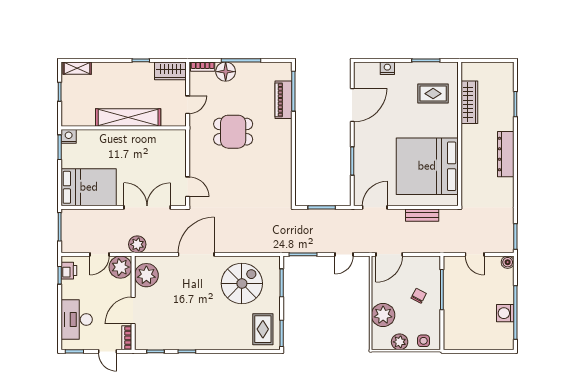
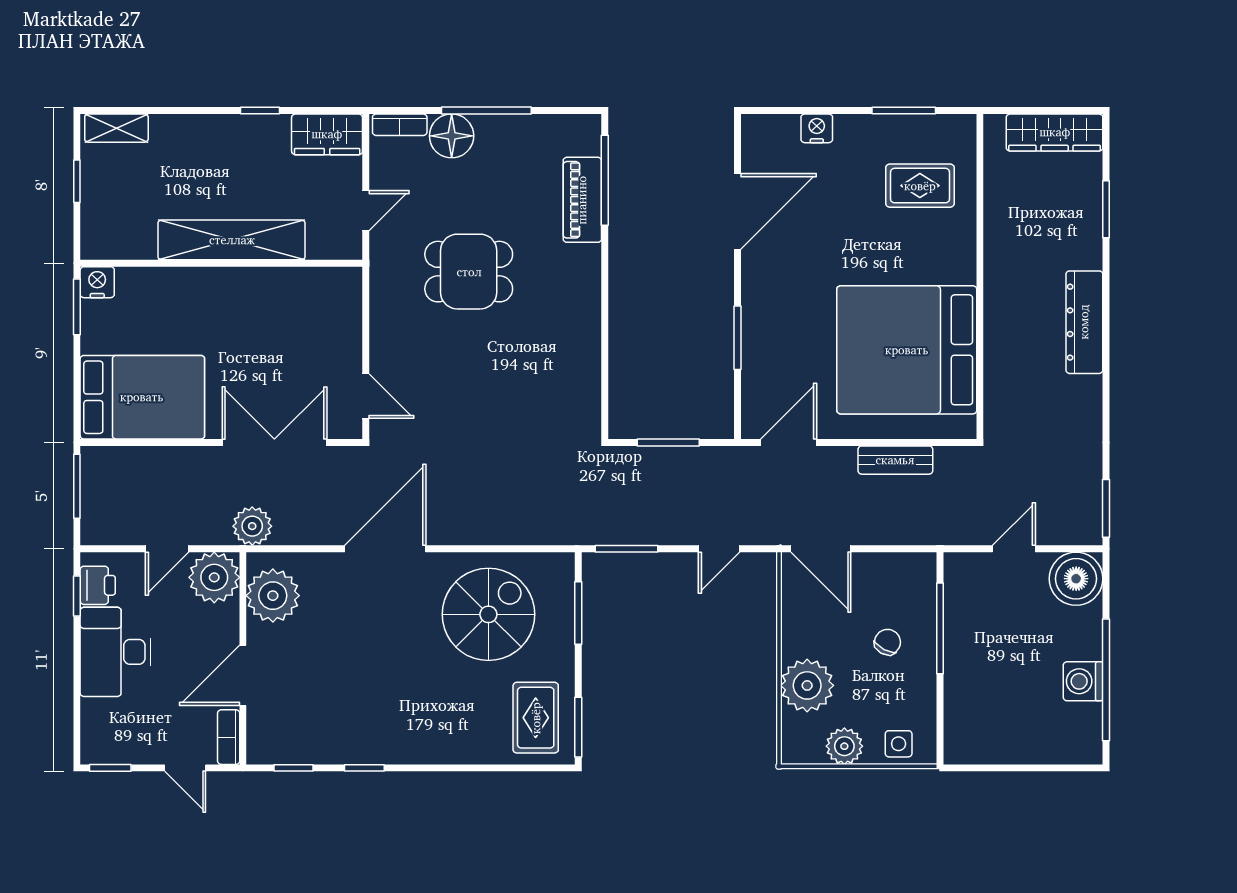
wardrobe: (469, 102) -> (1055, 132), moved, turned 90
door: (389, 254) -> (821, 549), hinge flipped
door: (475, 254) -> (1014, 549), swing flipped
boiler: (508, 262) -> (1076, 579), width x1.86, depth x1.86
desk: (77, 319) -> (115, 652), moved

